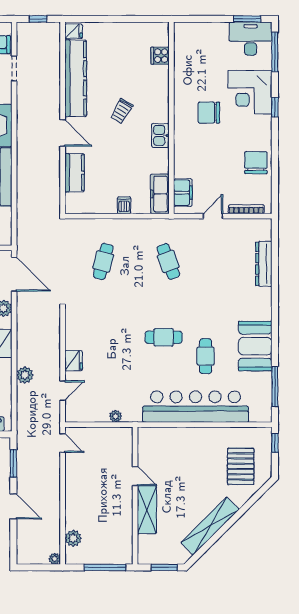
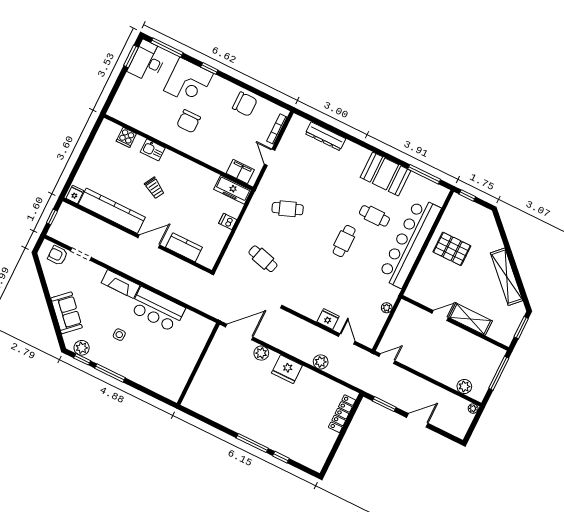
kitchen sink: (160, 135) -> (153, 150), moved
chair: (256, 163) -> (245, 104), turned 180
pallet: (241, 466) -> (452, 249), moved

